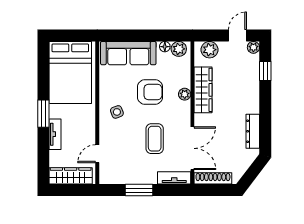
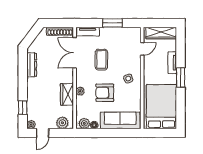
wardrobe: (203, 90) -> (67, 94), width x0.67

